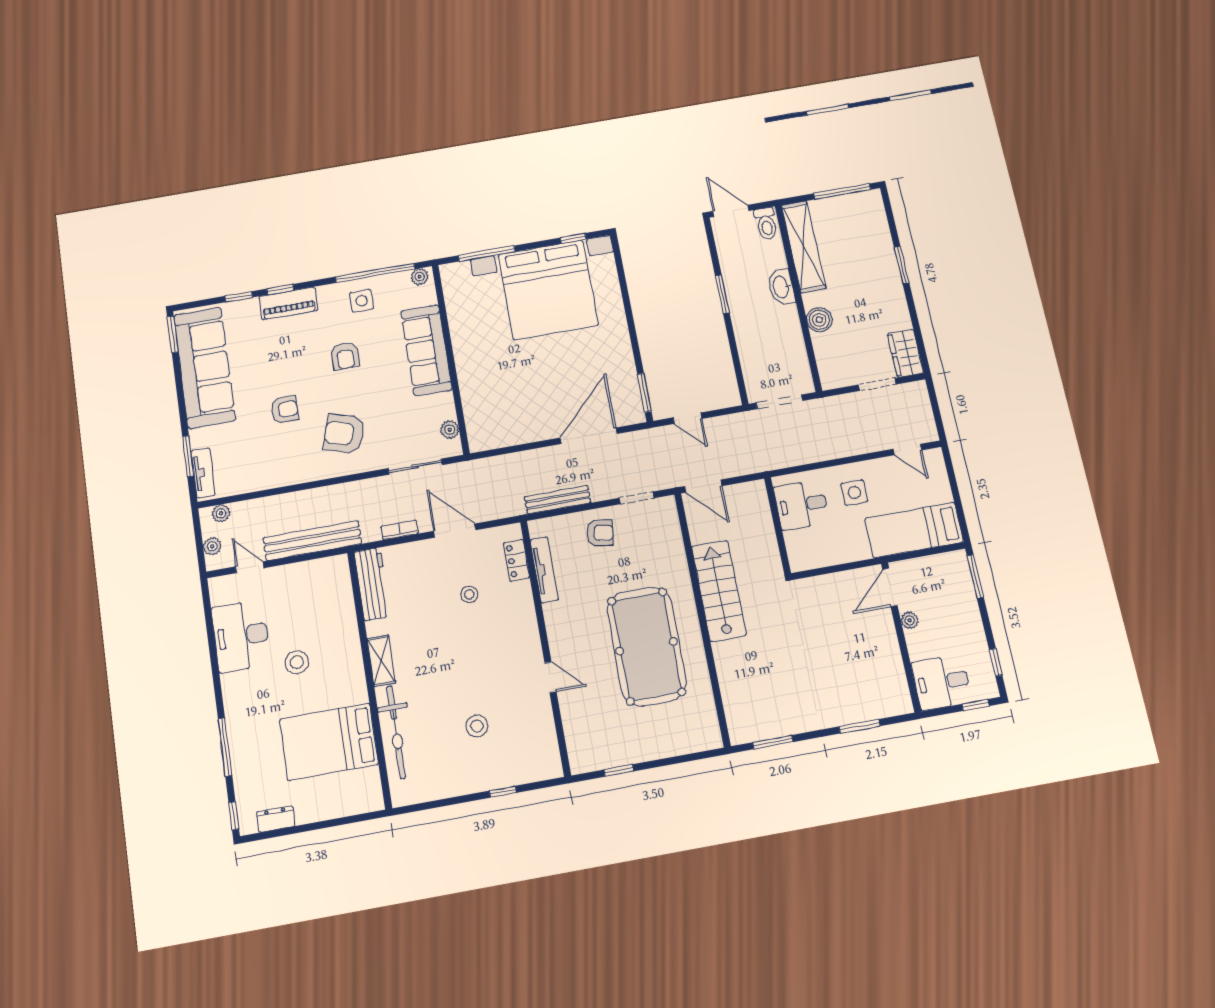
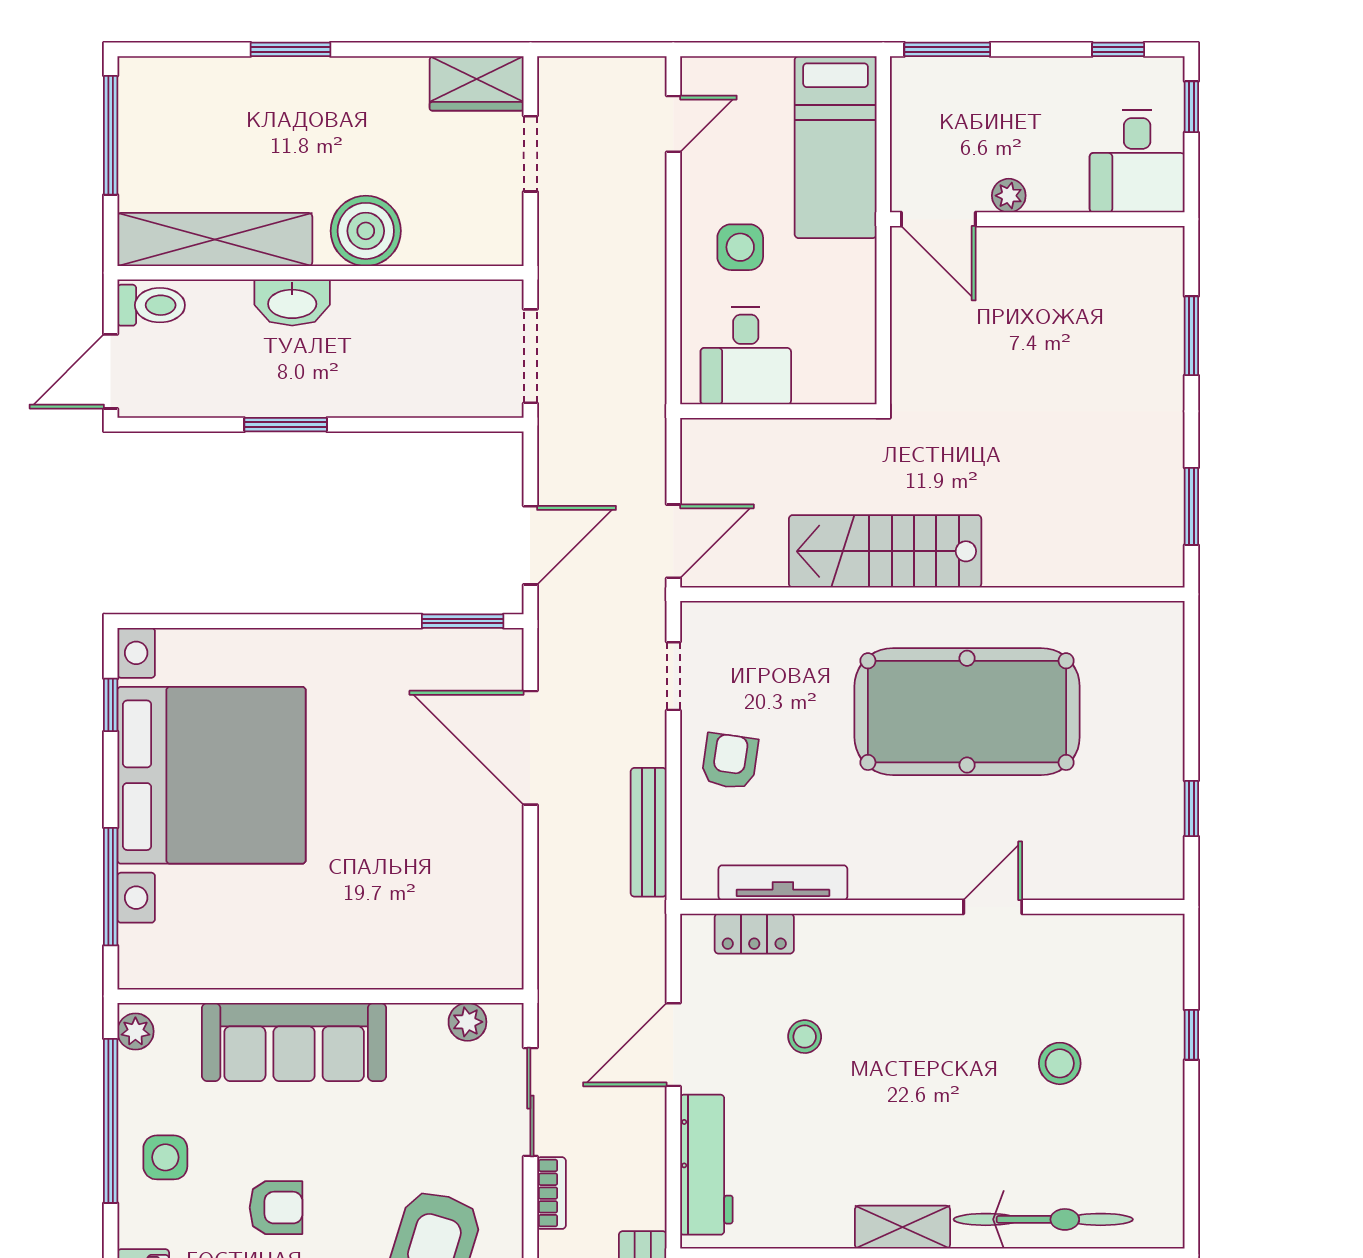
boiler: (819, 320) -> (366, 231), width x1.37, depth x1.37
door: (687, 418) -> (530, 545), width x1.38
bookcase: (400, 530) -> (551, 1193), moved, turned 180
workbench: (372, 584) -> (706, 1165), moved, turned 90

